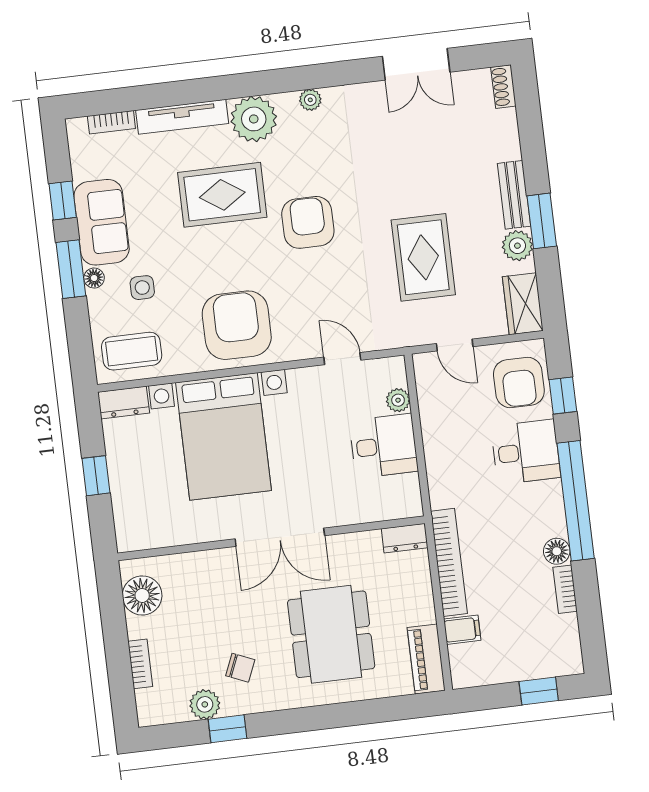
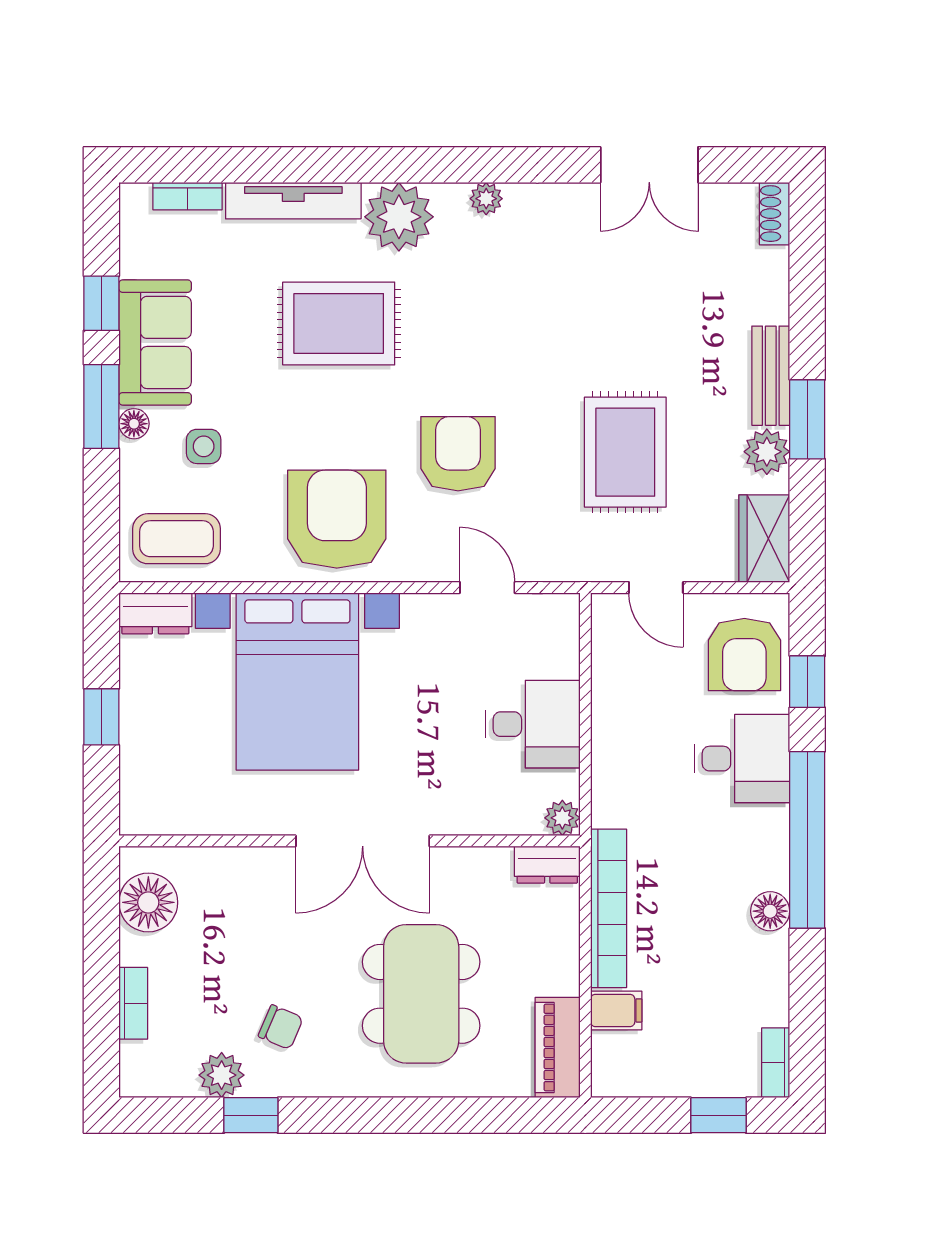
armchair: (308, 222) -> (458, 454), moved
plant: (398, 400) -> (562, 818), moved
bookcase: (565, 589) -> (776, 1063), moved

